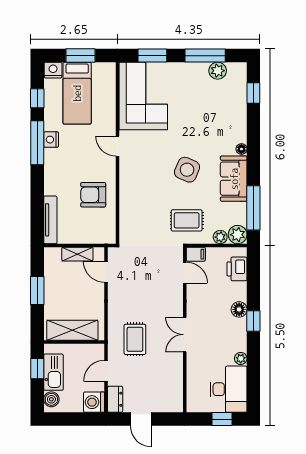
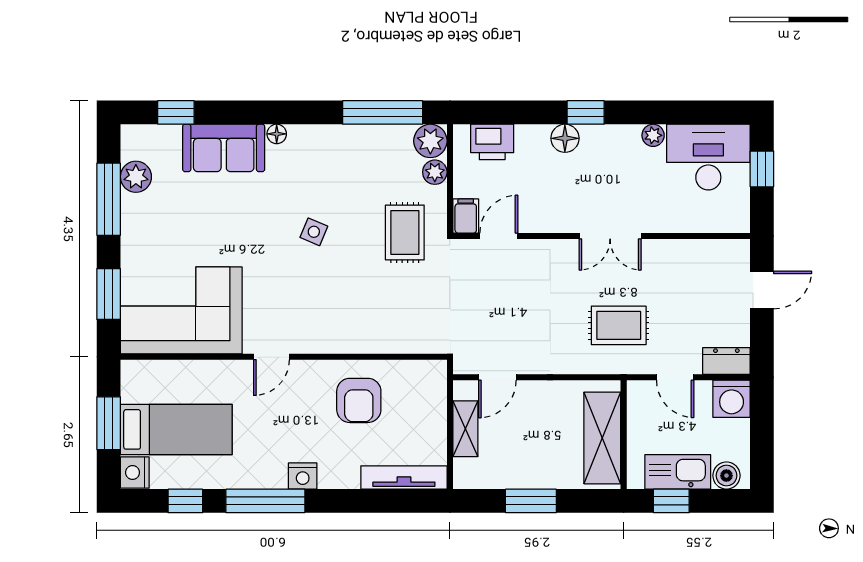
nightstand: (51, 140) -> (303, 476), moved
side table: (187, 170) -> (314, 232), width x0.54, depth x0.54
sofa: (234, 179) -> (224, 148), moved
door: (141, 419) -> (762, 290), moved

